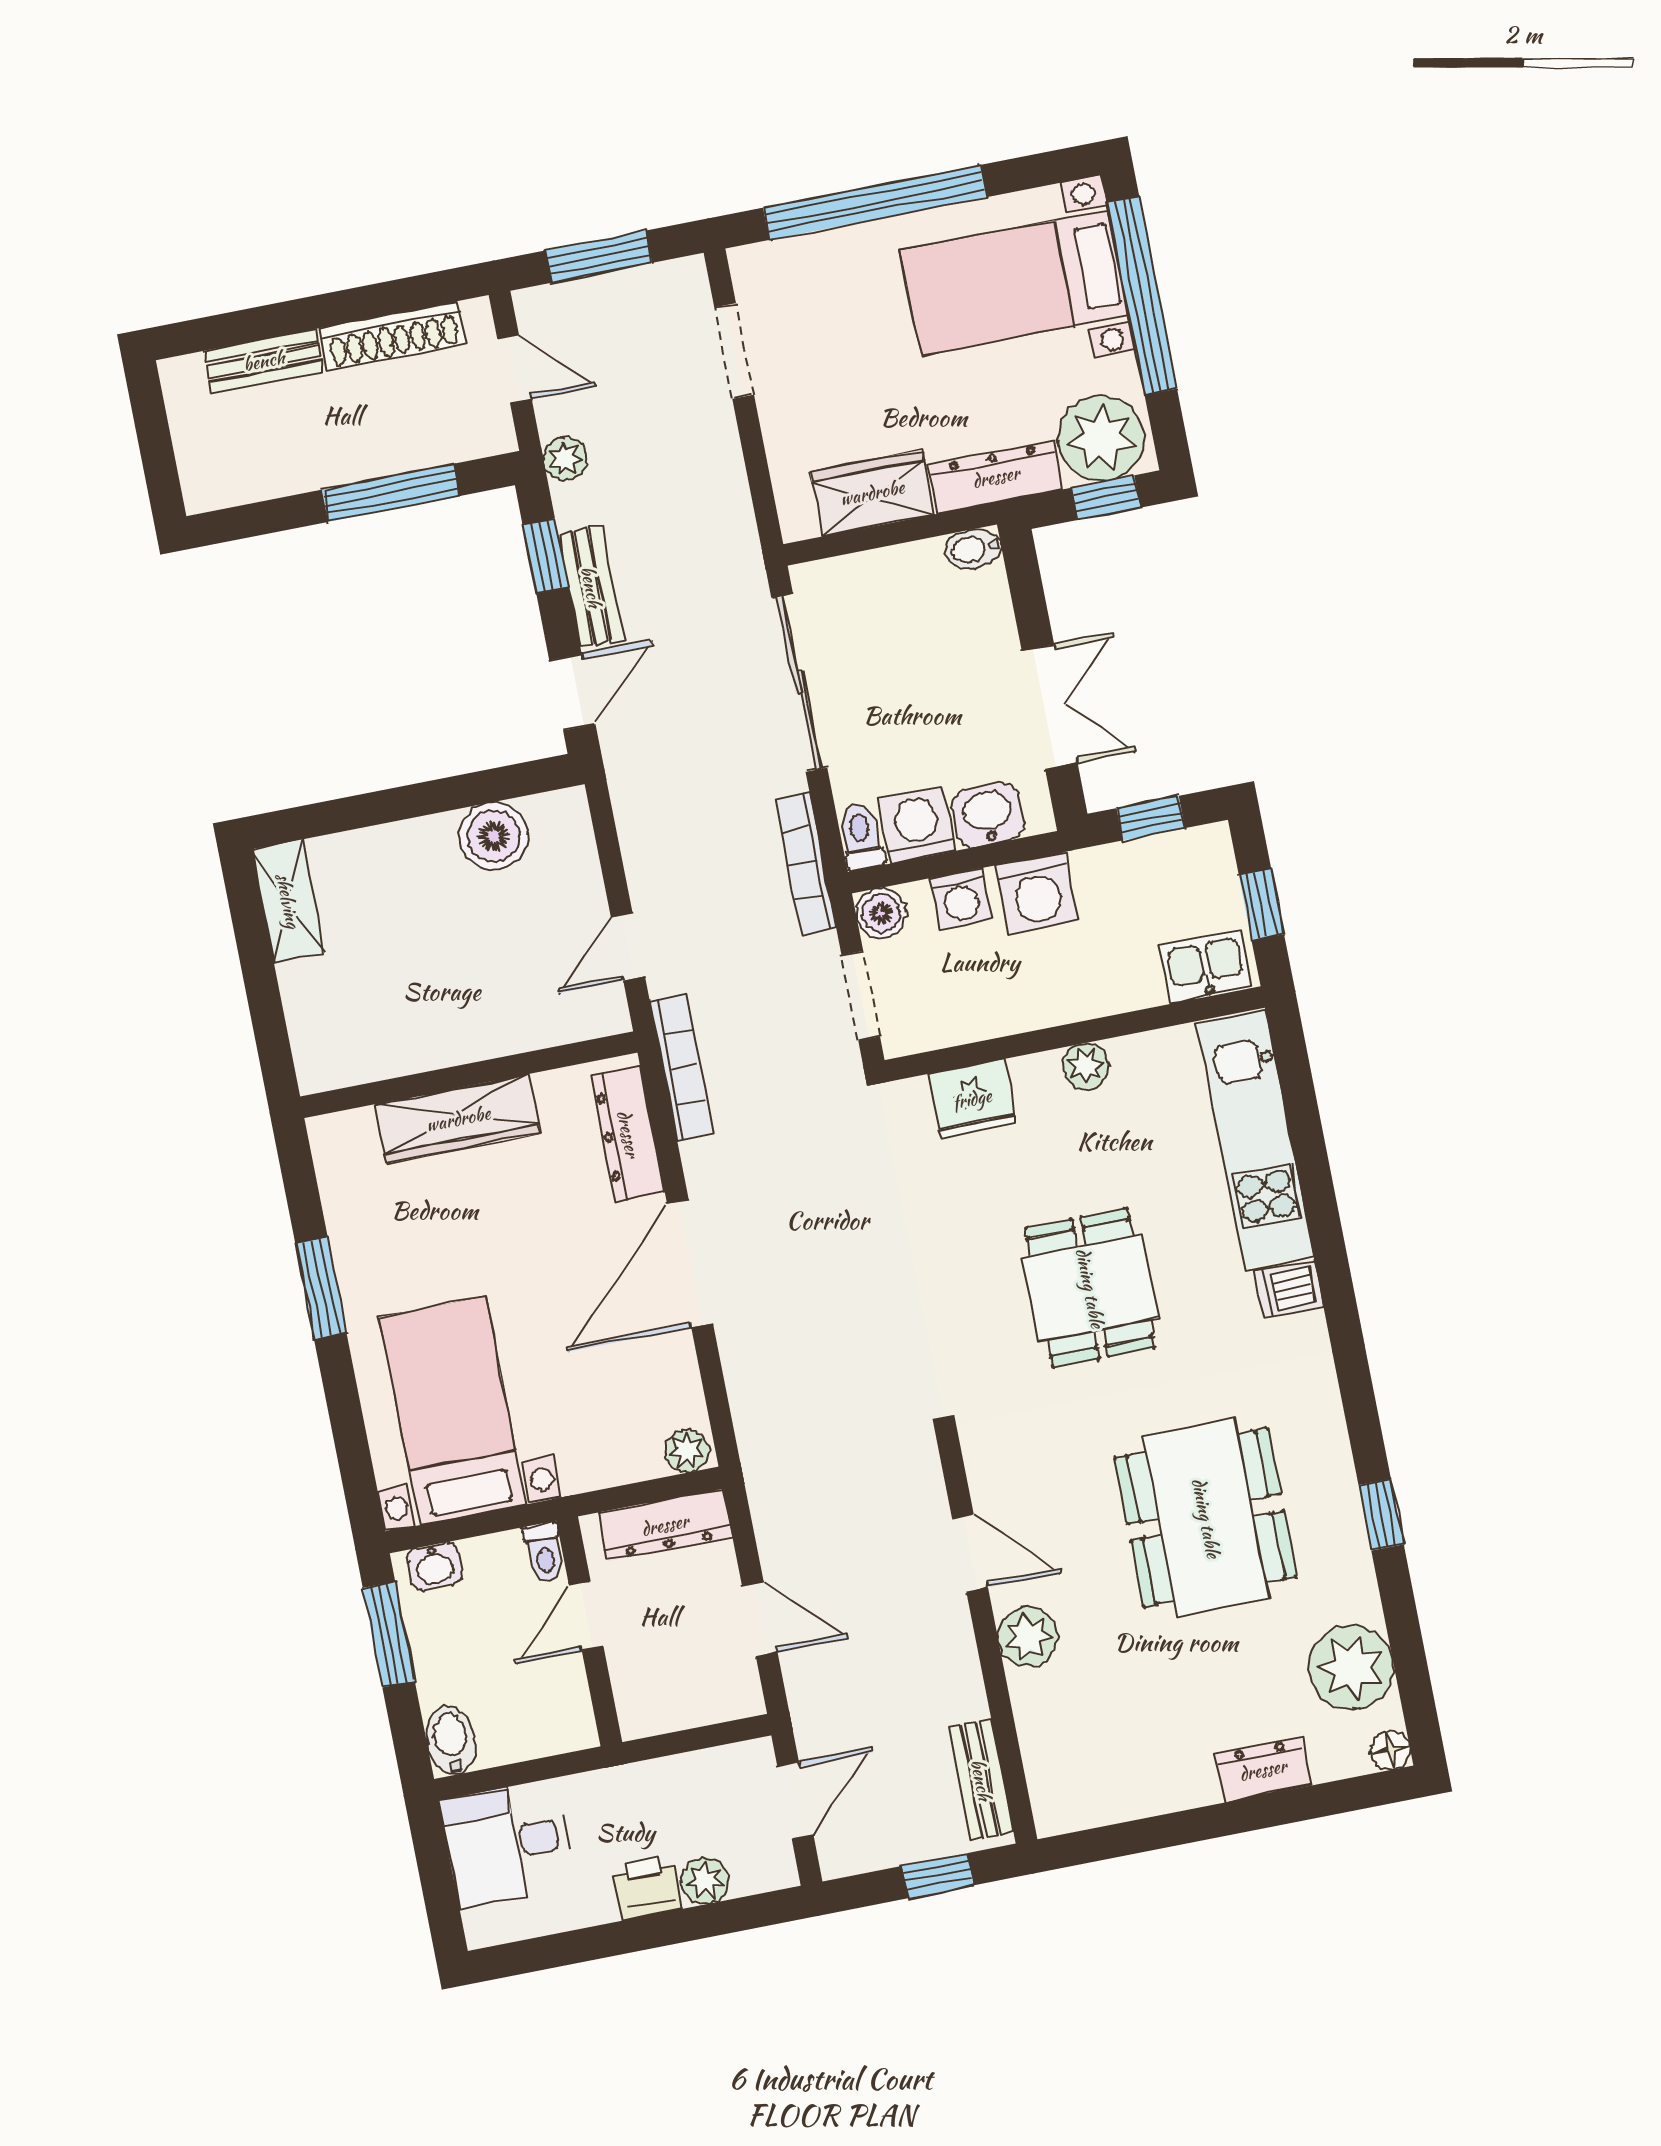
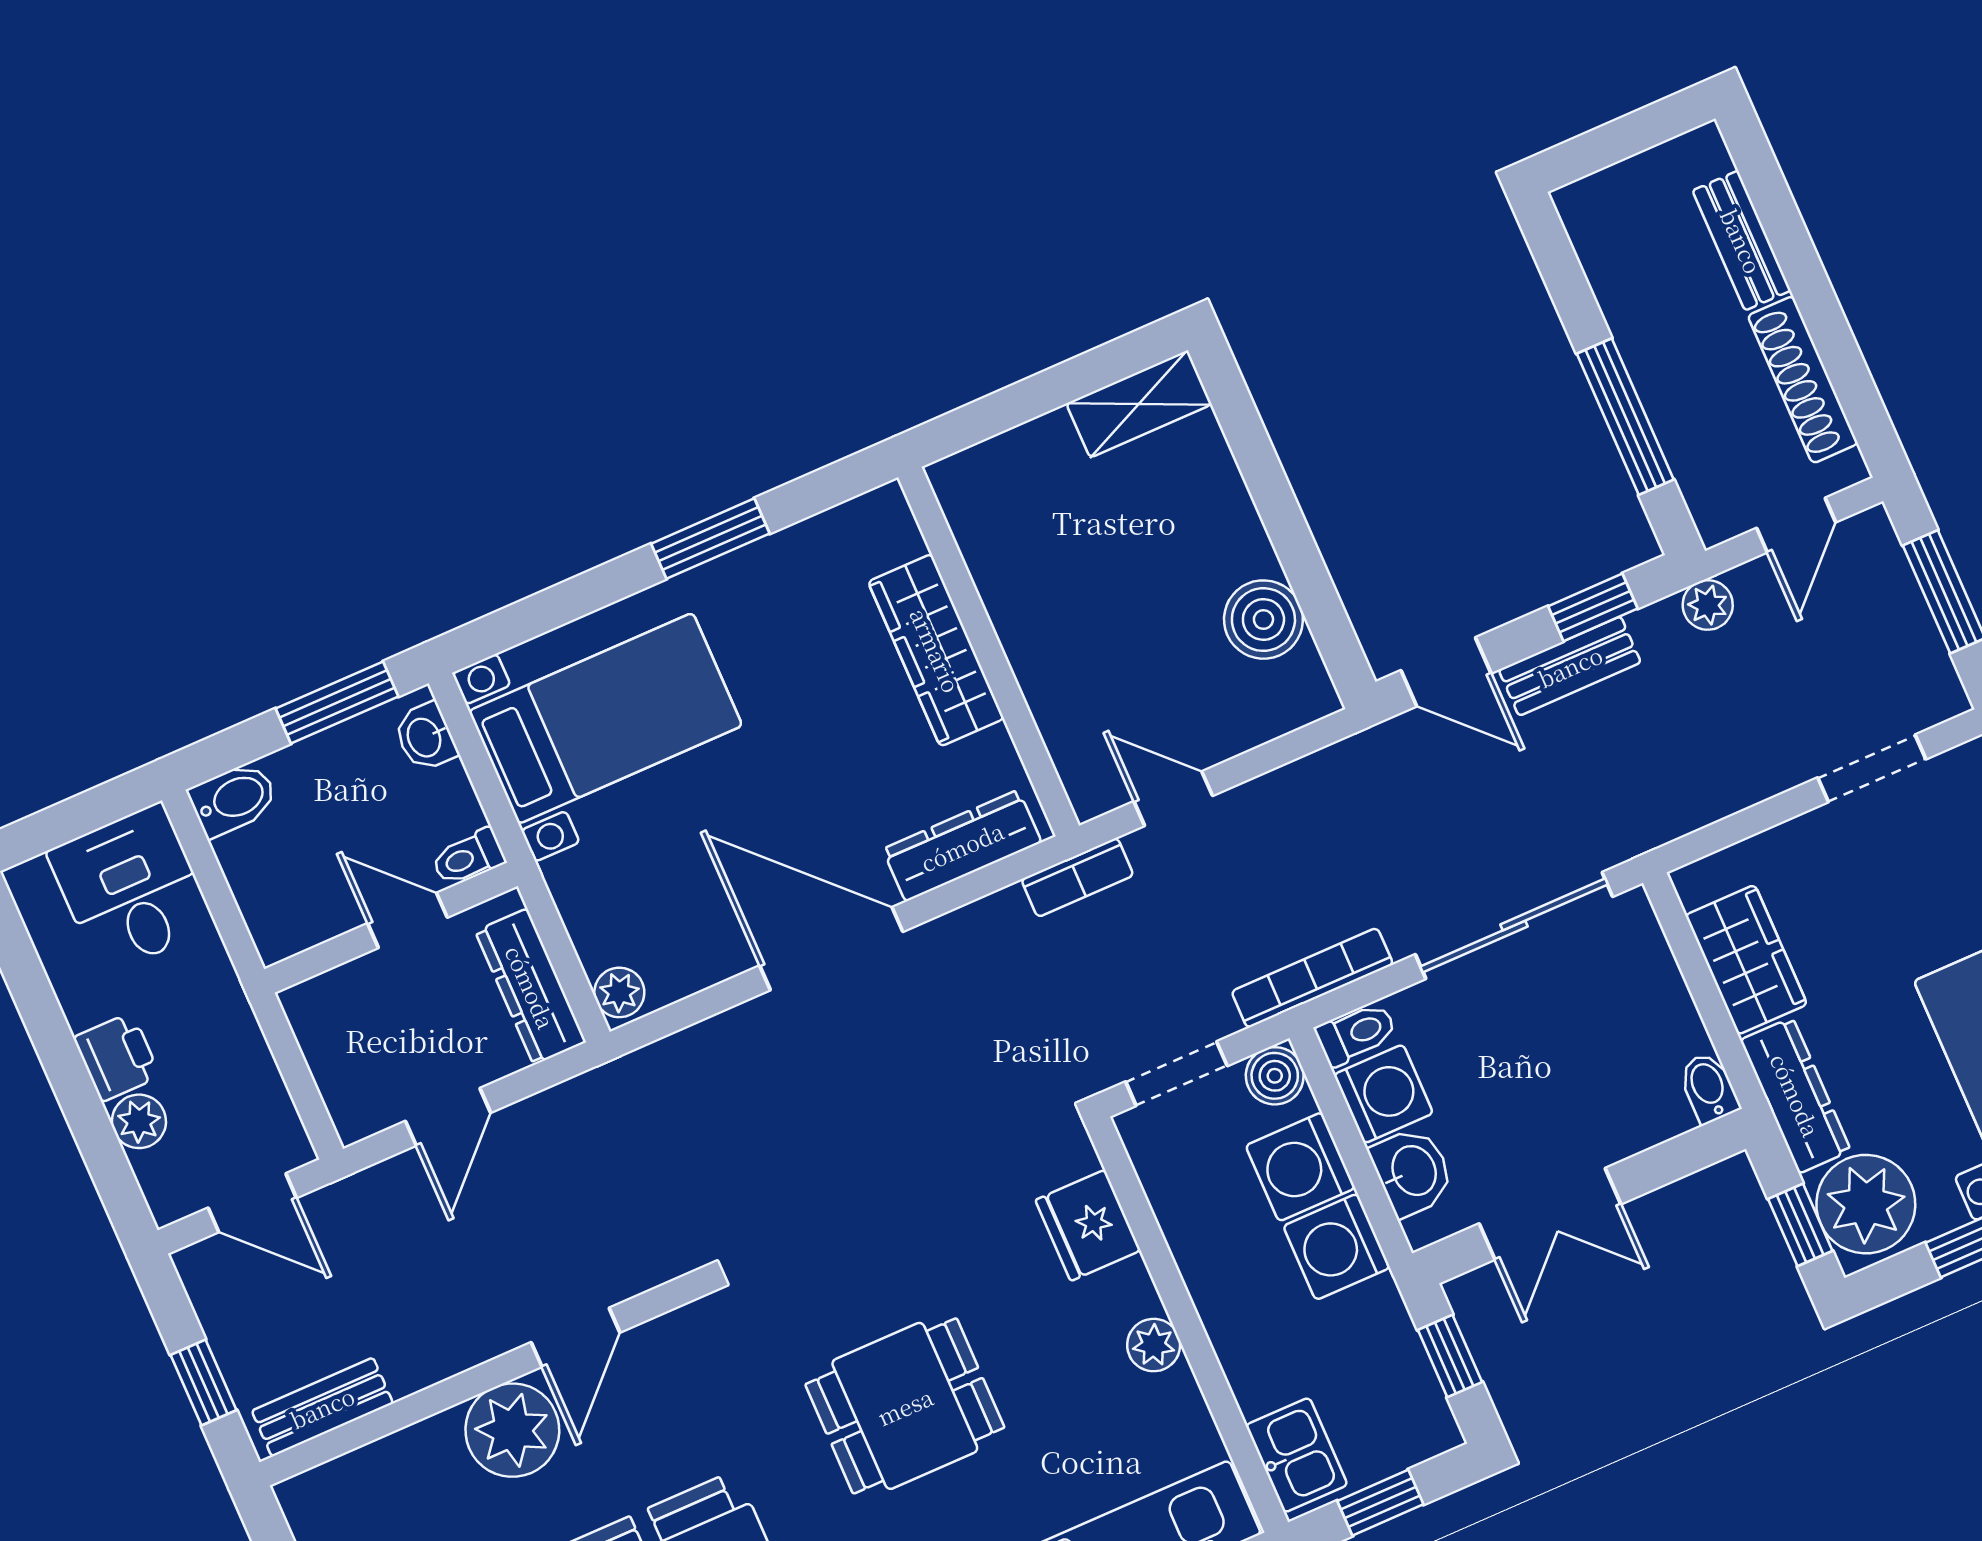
washing machine: (961, 899) -> (1300, 1167), width x1.38, depth x1.38
bookcase: (681, 1067) -> (1077, 877), width x0.64
plant: (1028, 1636) -> (512, 1430), width x1.36, depth x1.36

